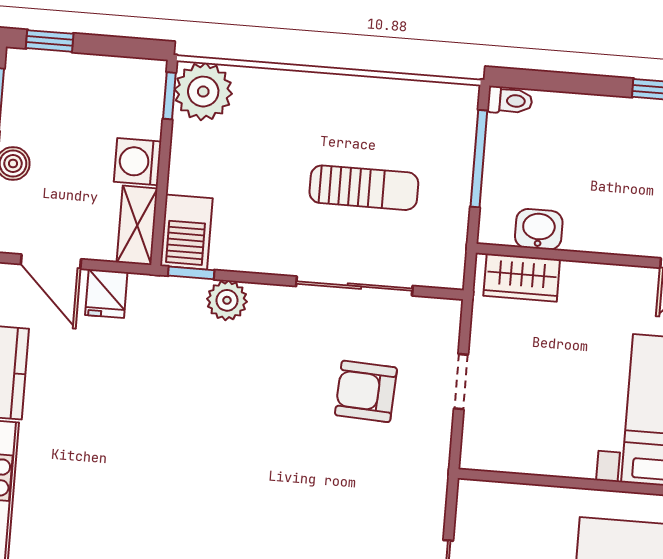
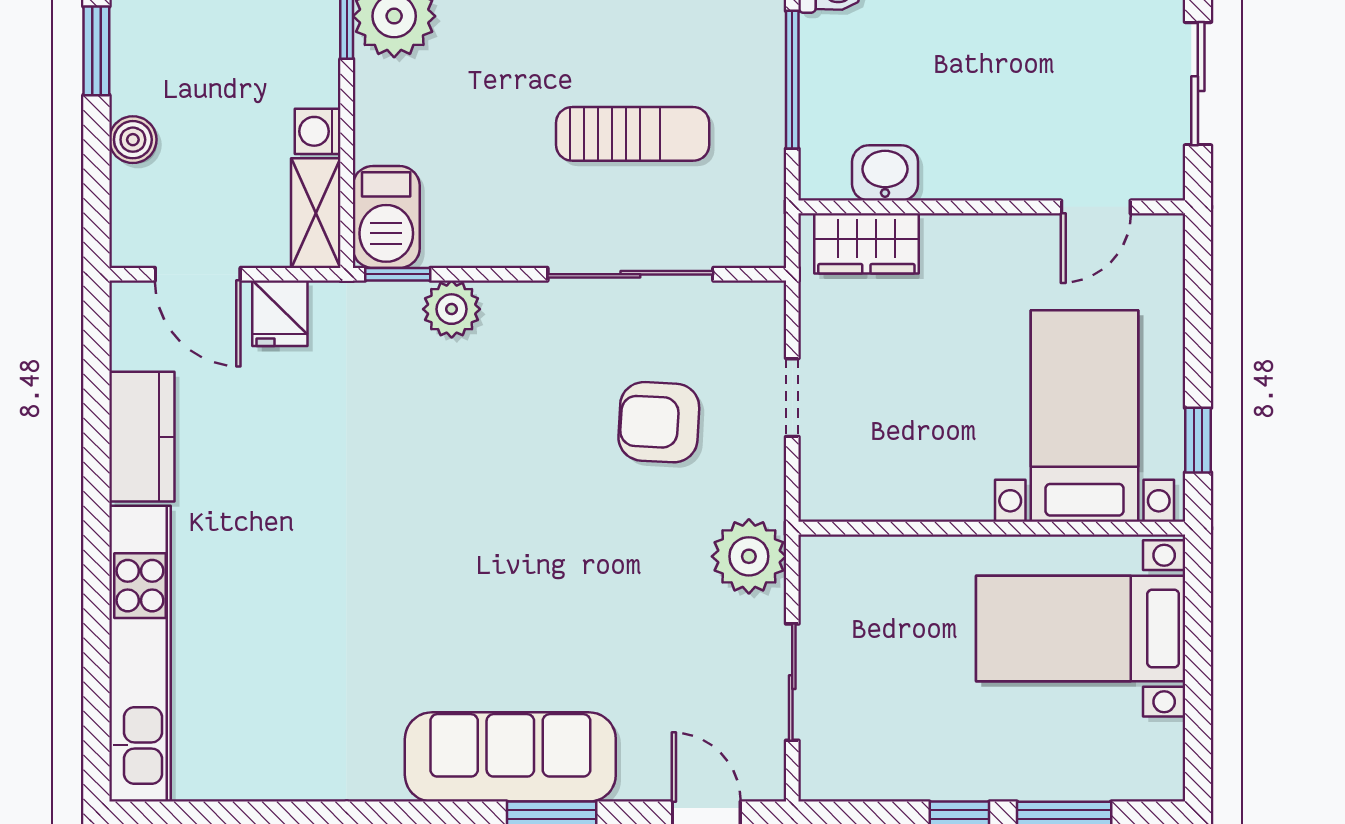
washing machine: (138, 162) -> (318, 131), width x0.73, depth x0.73
plant: (422, 491) -> (749, 556), added

